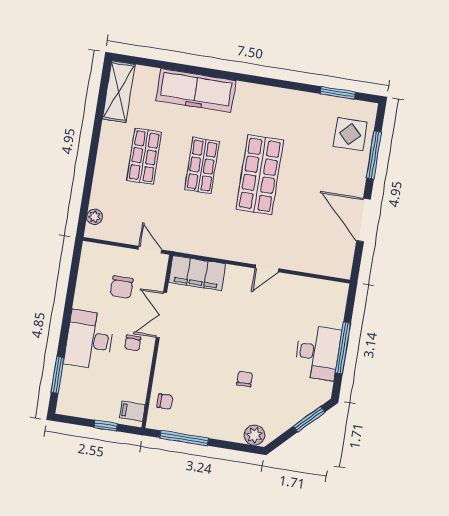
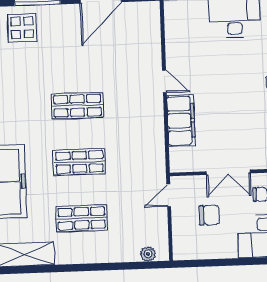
shop shelf: (260, 175) -> (77, 106), width x0.70, depth x0.74
filing cabinet: (197, 273) -> (181, 121), moved

